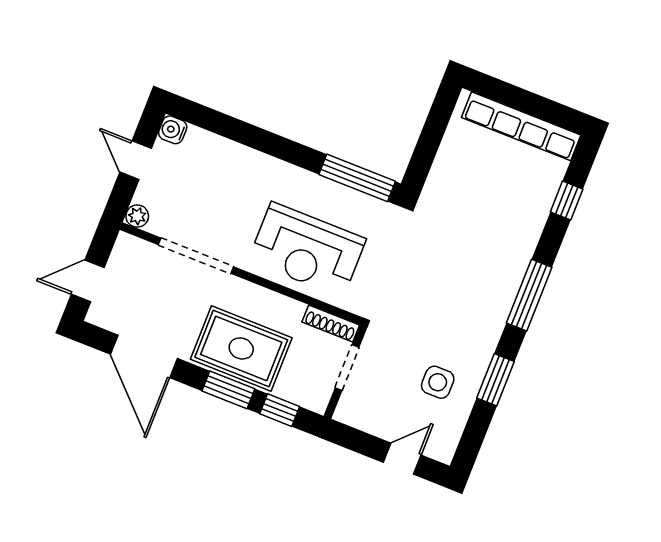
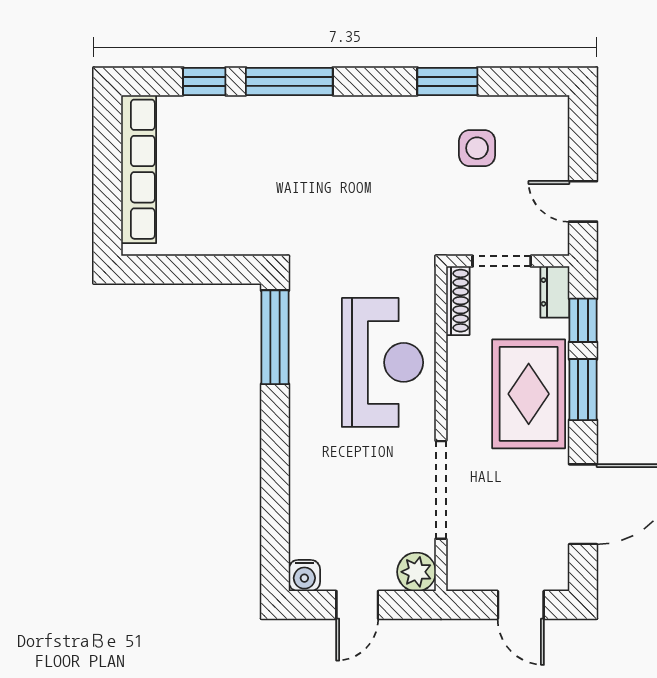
plant: (137, 216) -> (417, 572), width x1.38, depth x1.38
window: (529, 295) -> (289, 81), moved
dresser: (309, 398) -> (555, 292), added
door: (402, 459) -> (583, 201), moved

